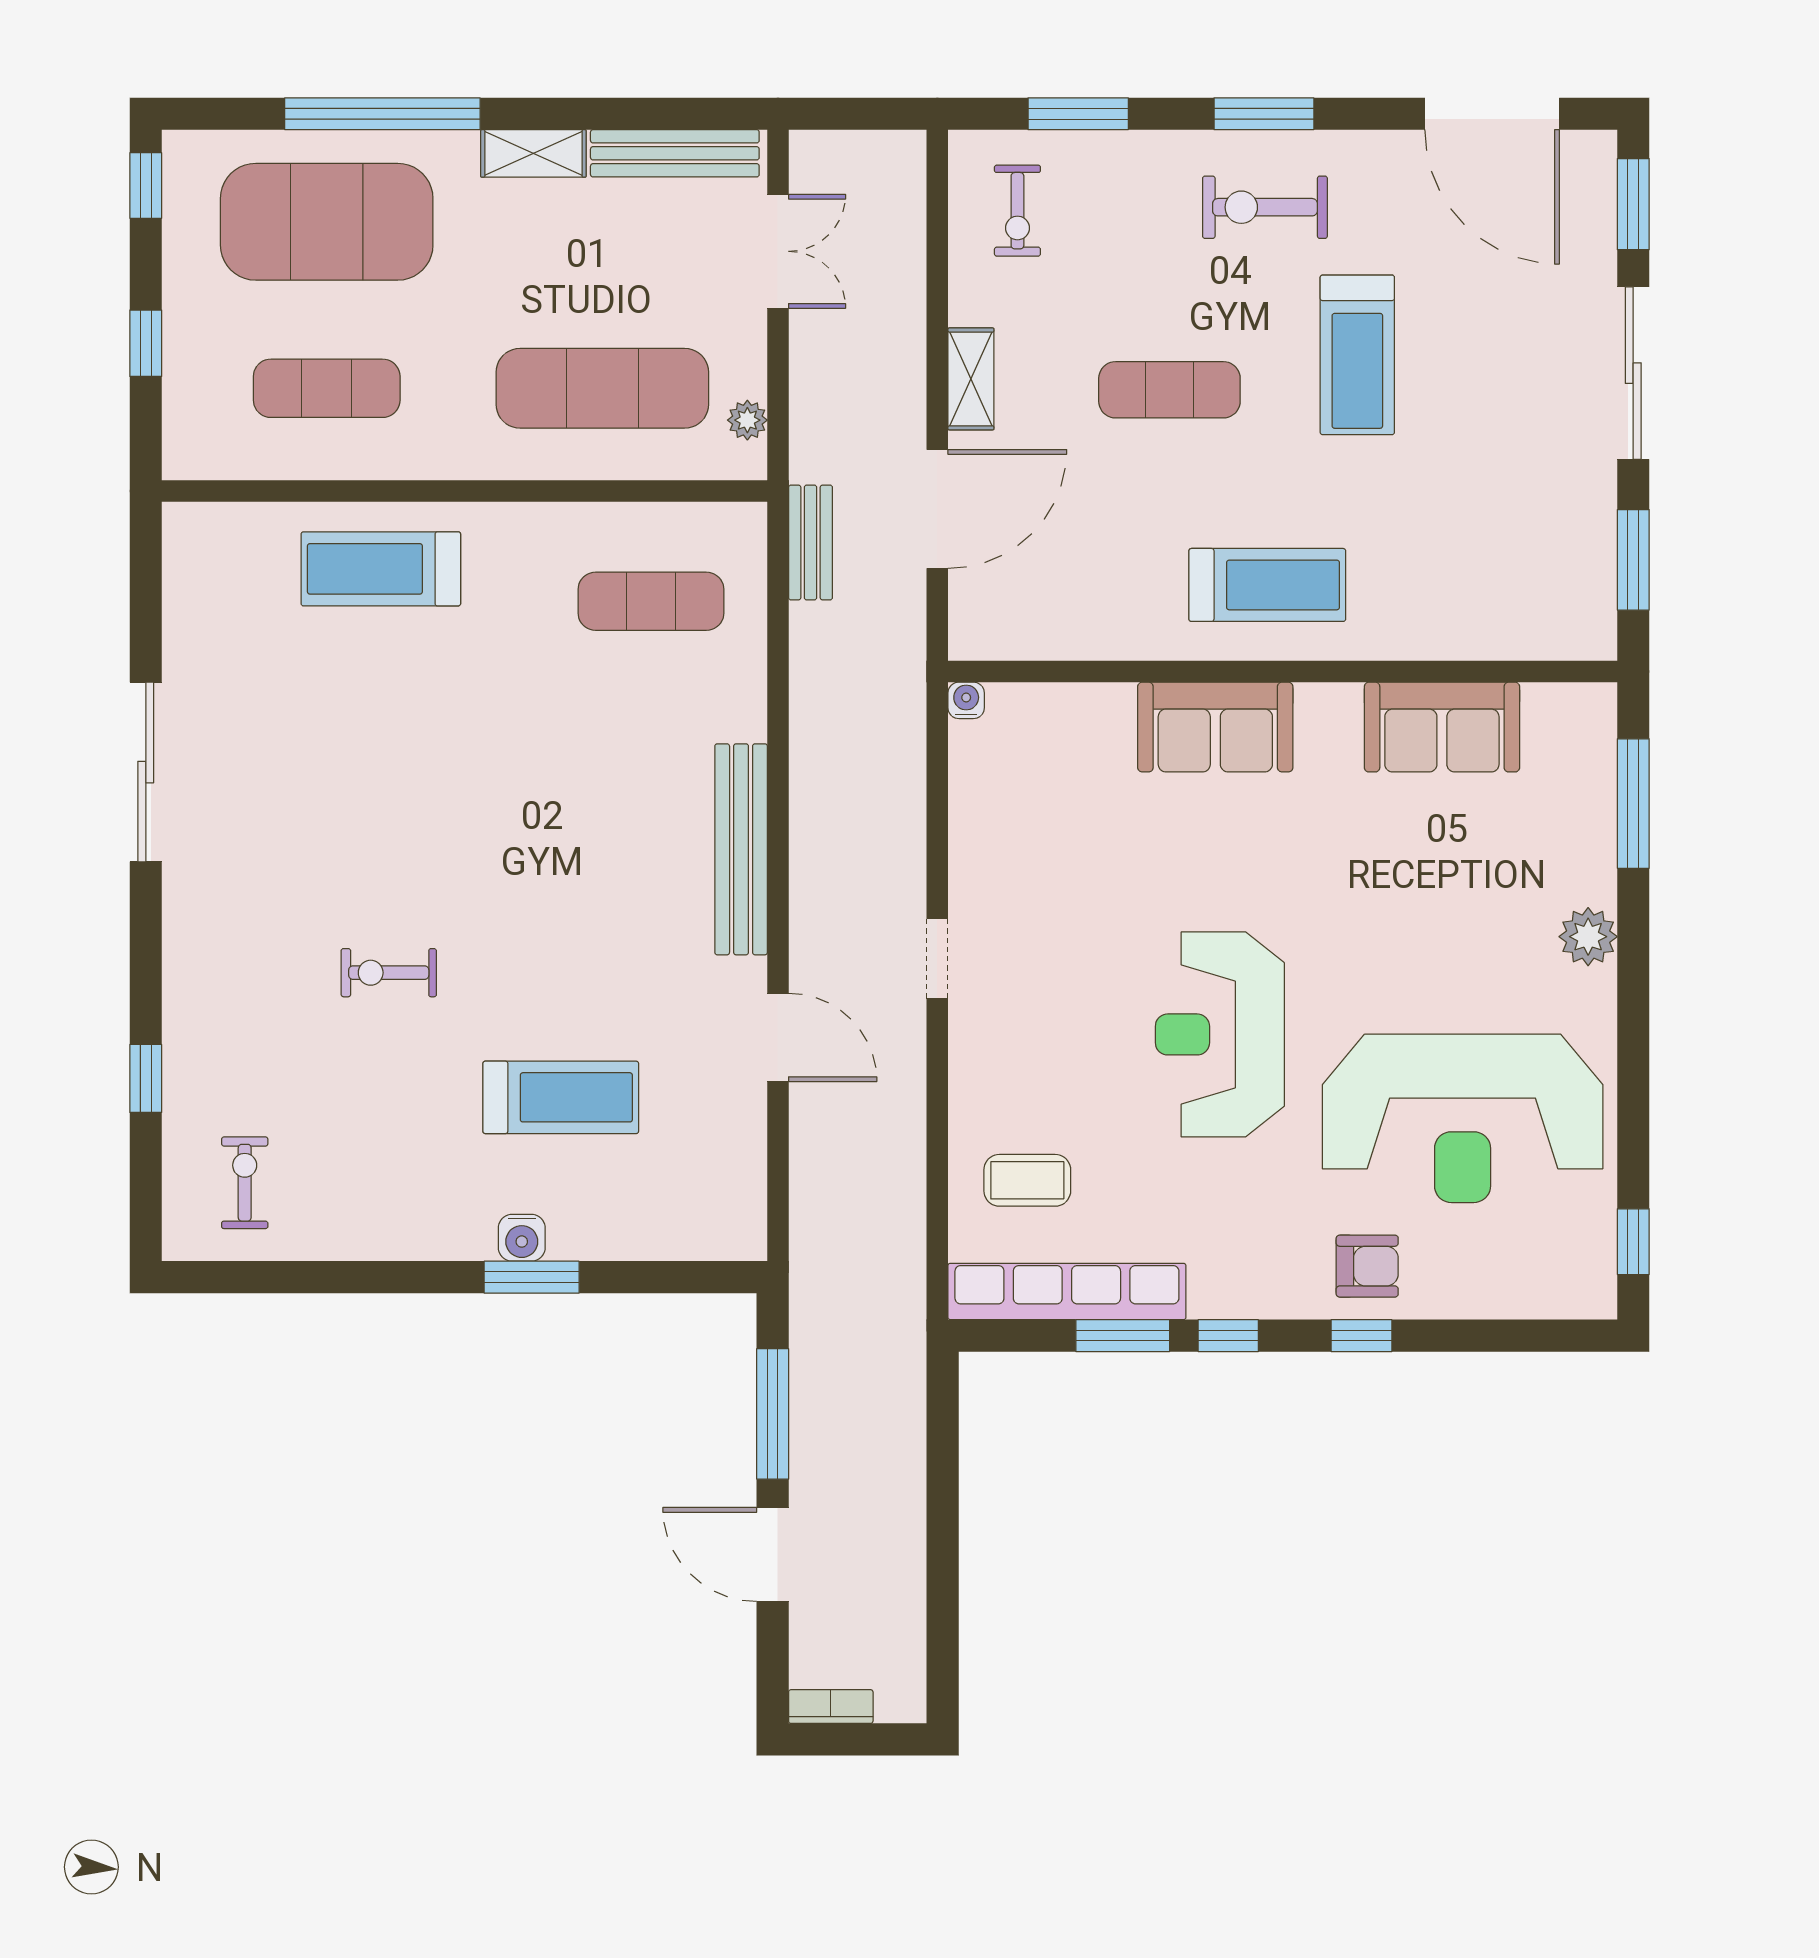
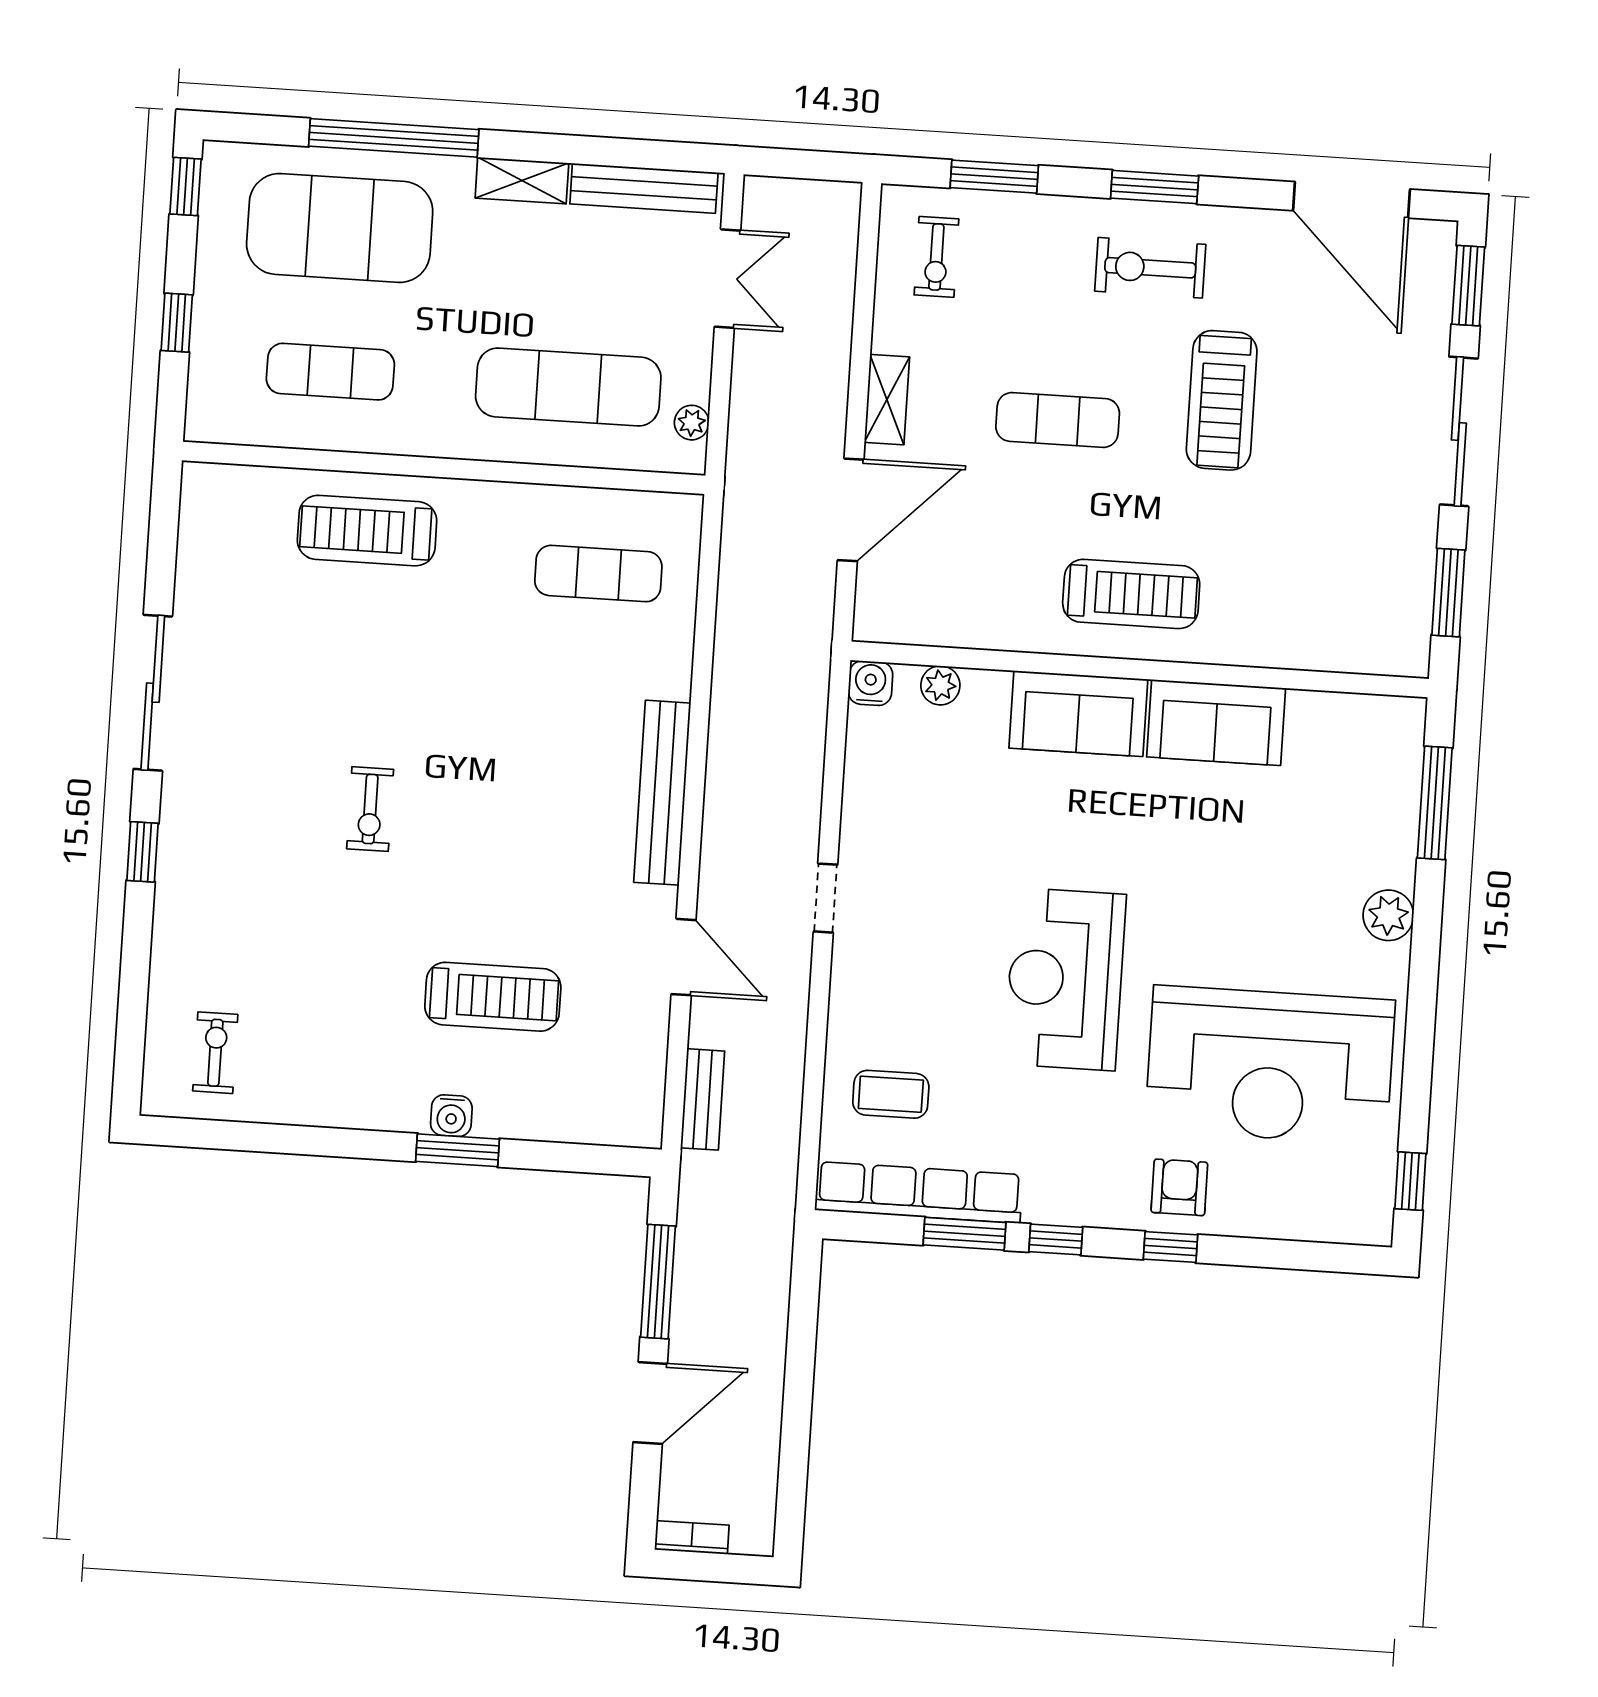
bench: (810, 543) -> (703, 1099), moved
water cooler: (966, 700) -> (870, 683), width x1.38, depth x1.38
plant: (1054, 705) -> (940, 685), added
sofa: (1442, 727) -> (1216, 723), moved
exercise bike: (389, 973) -> (370, 809), moved, turned -90
window: (146, 1078) -> (143, 852), moved
armchair: (1367, 1266) -> (1179, 1187), turned -90
door: (773, 1554) -> (650, 1403), swing flipped

